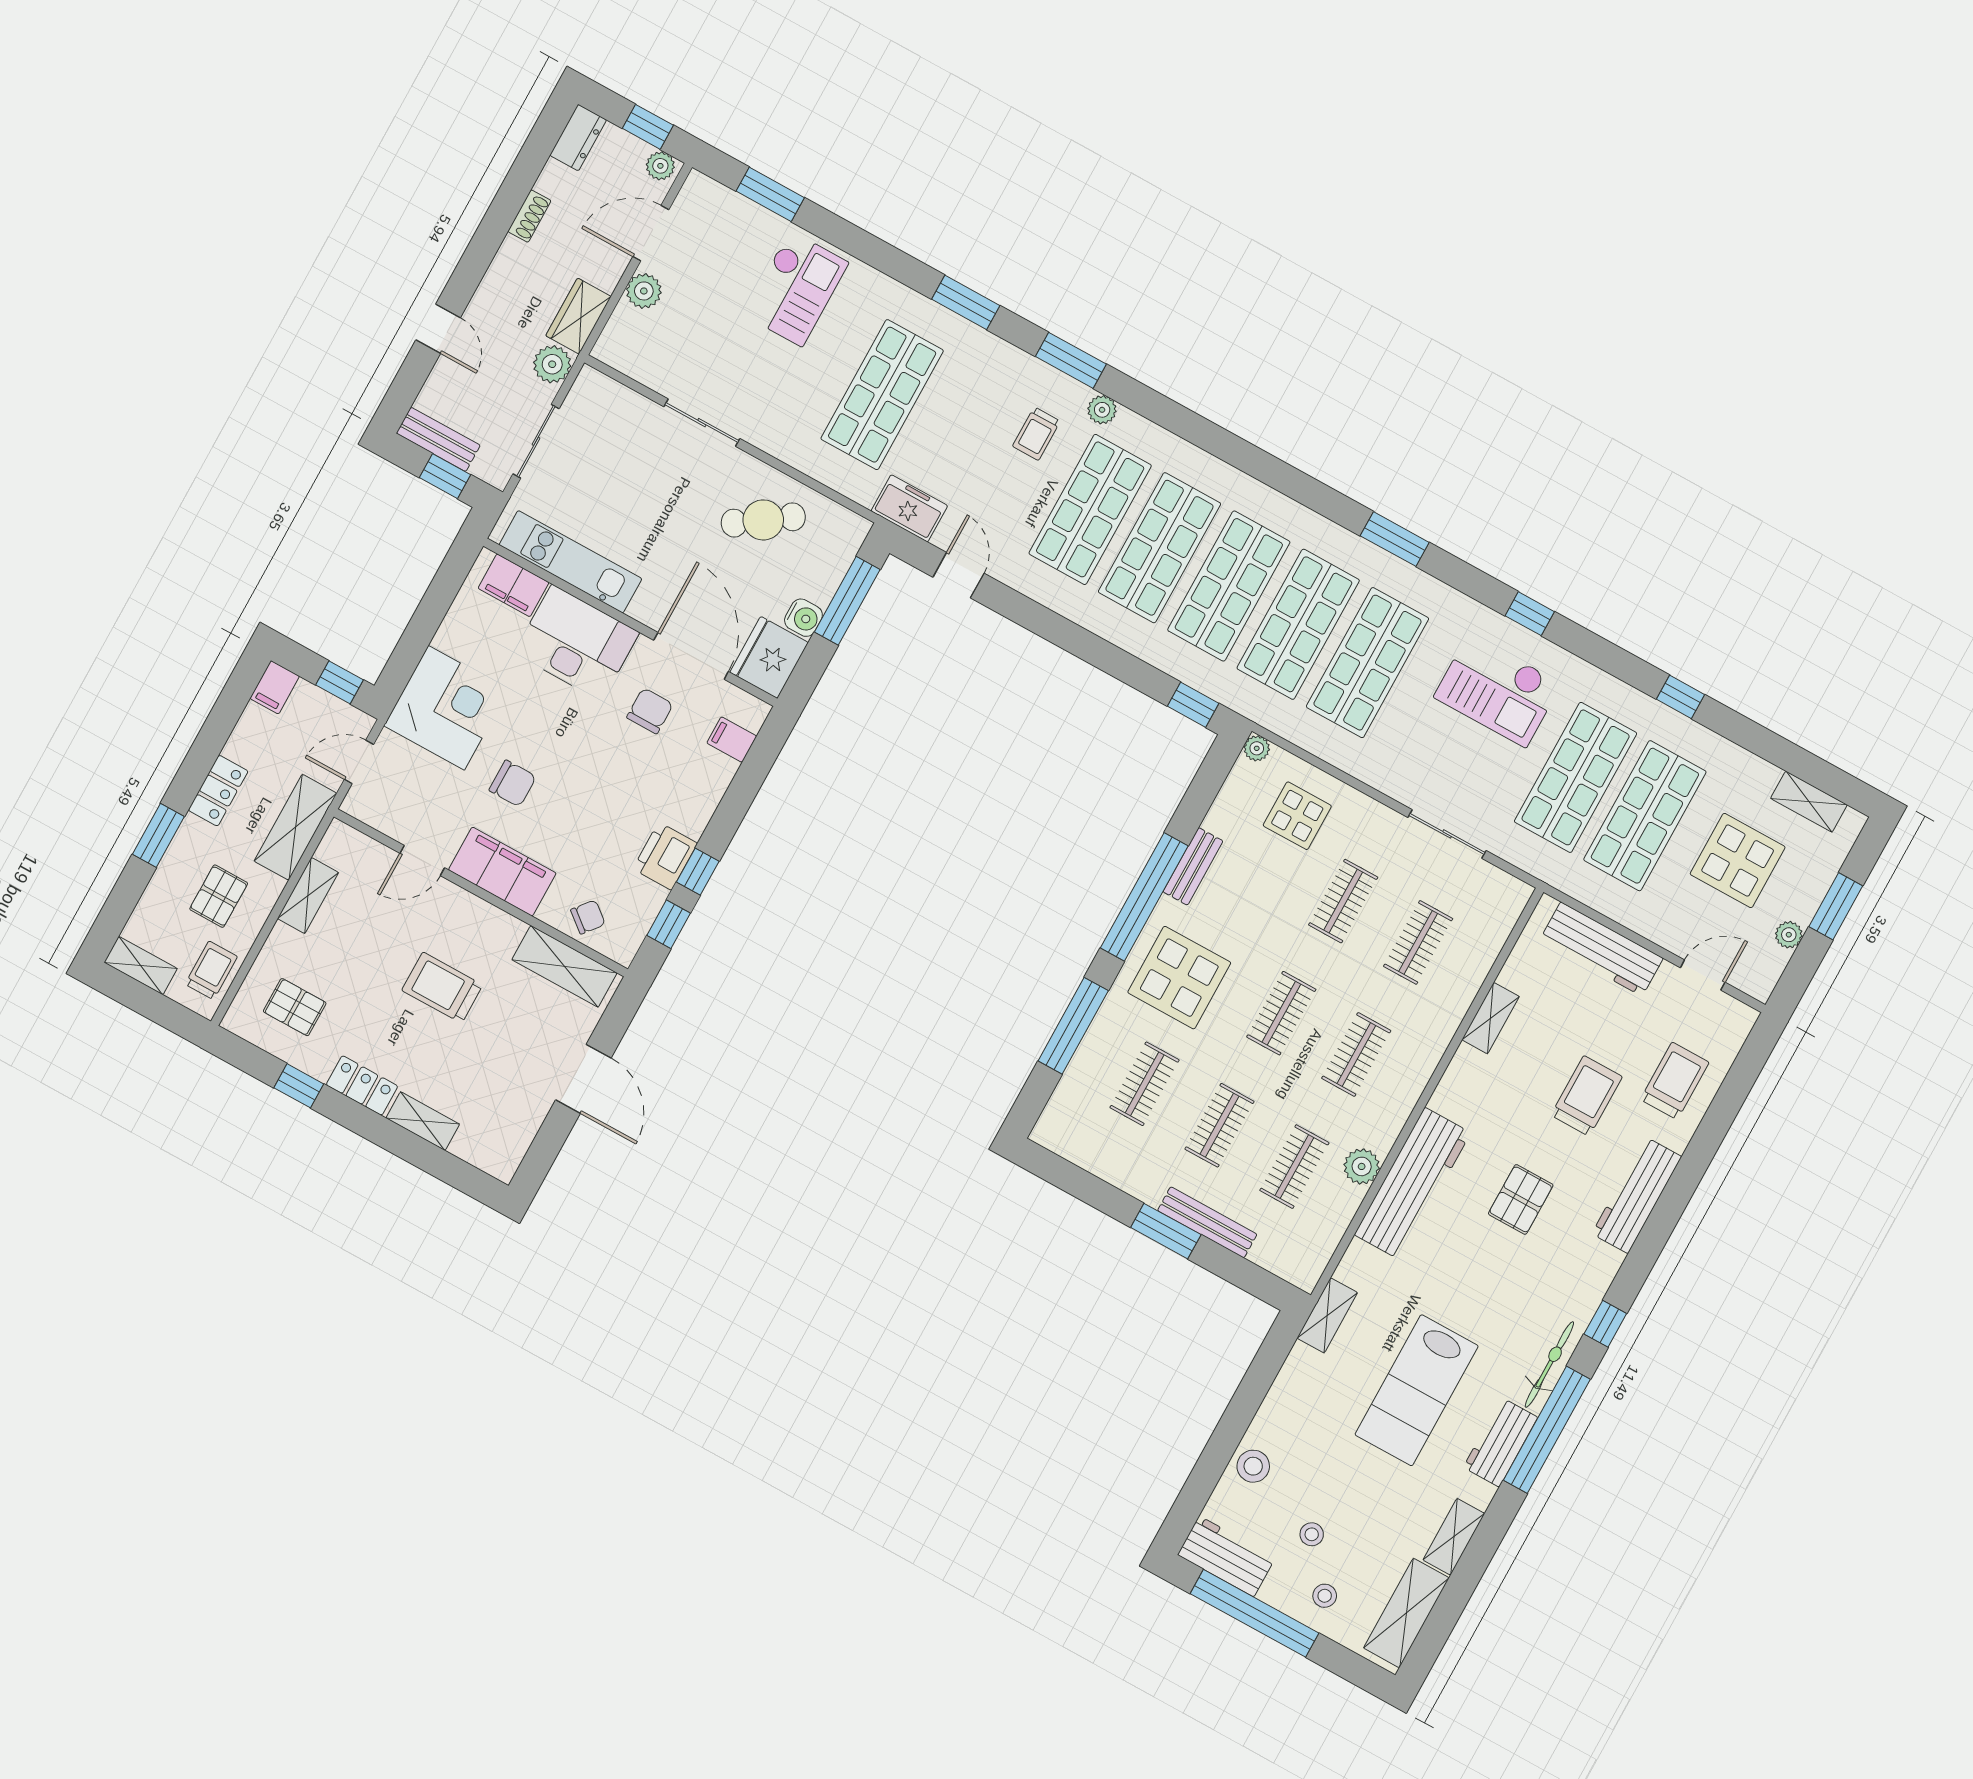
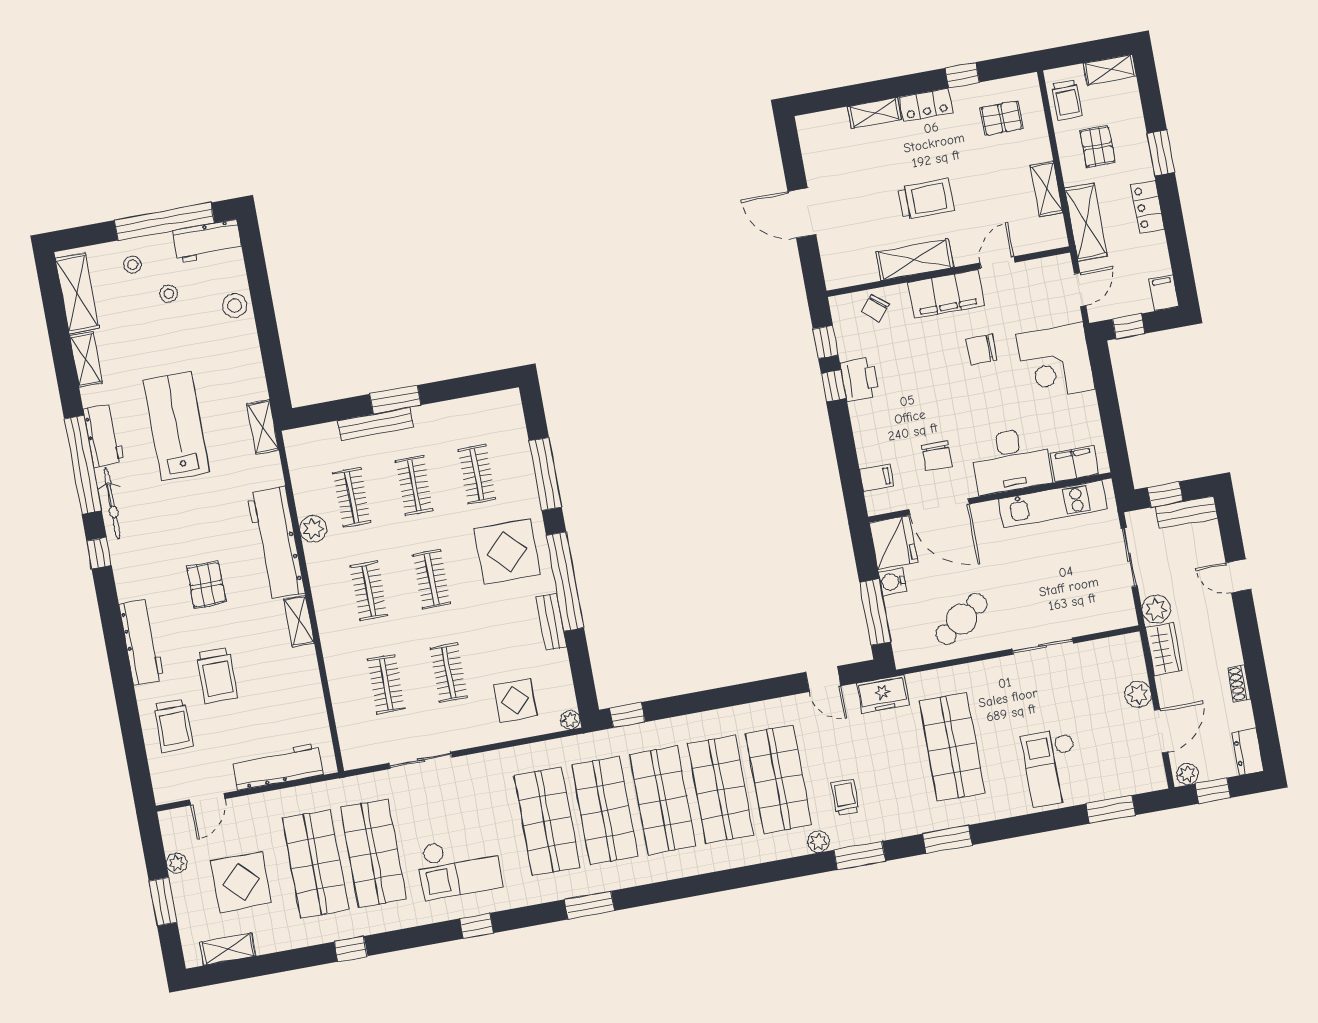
checkout: (1498, 690) -> (459, 867), turned 180
shelving: (564, 966) -> (915, 260), moved
shelving: (1491, 1018) -> (299, 621), moved

